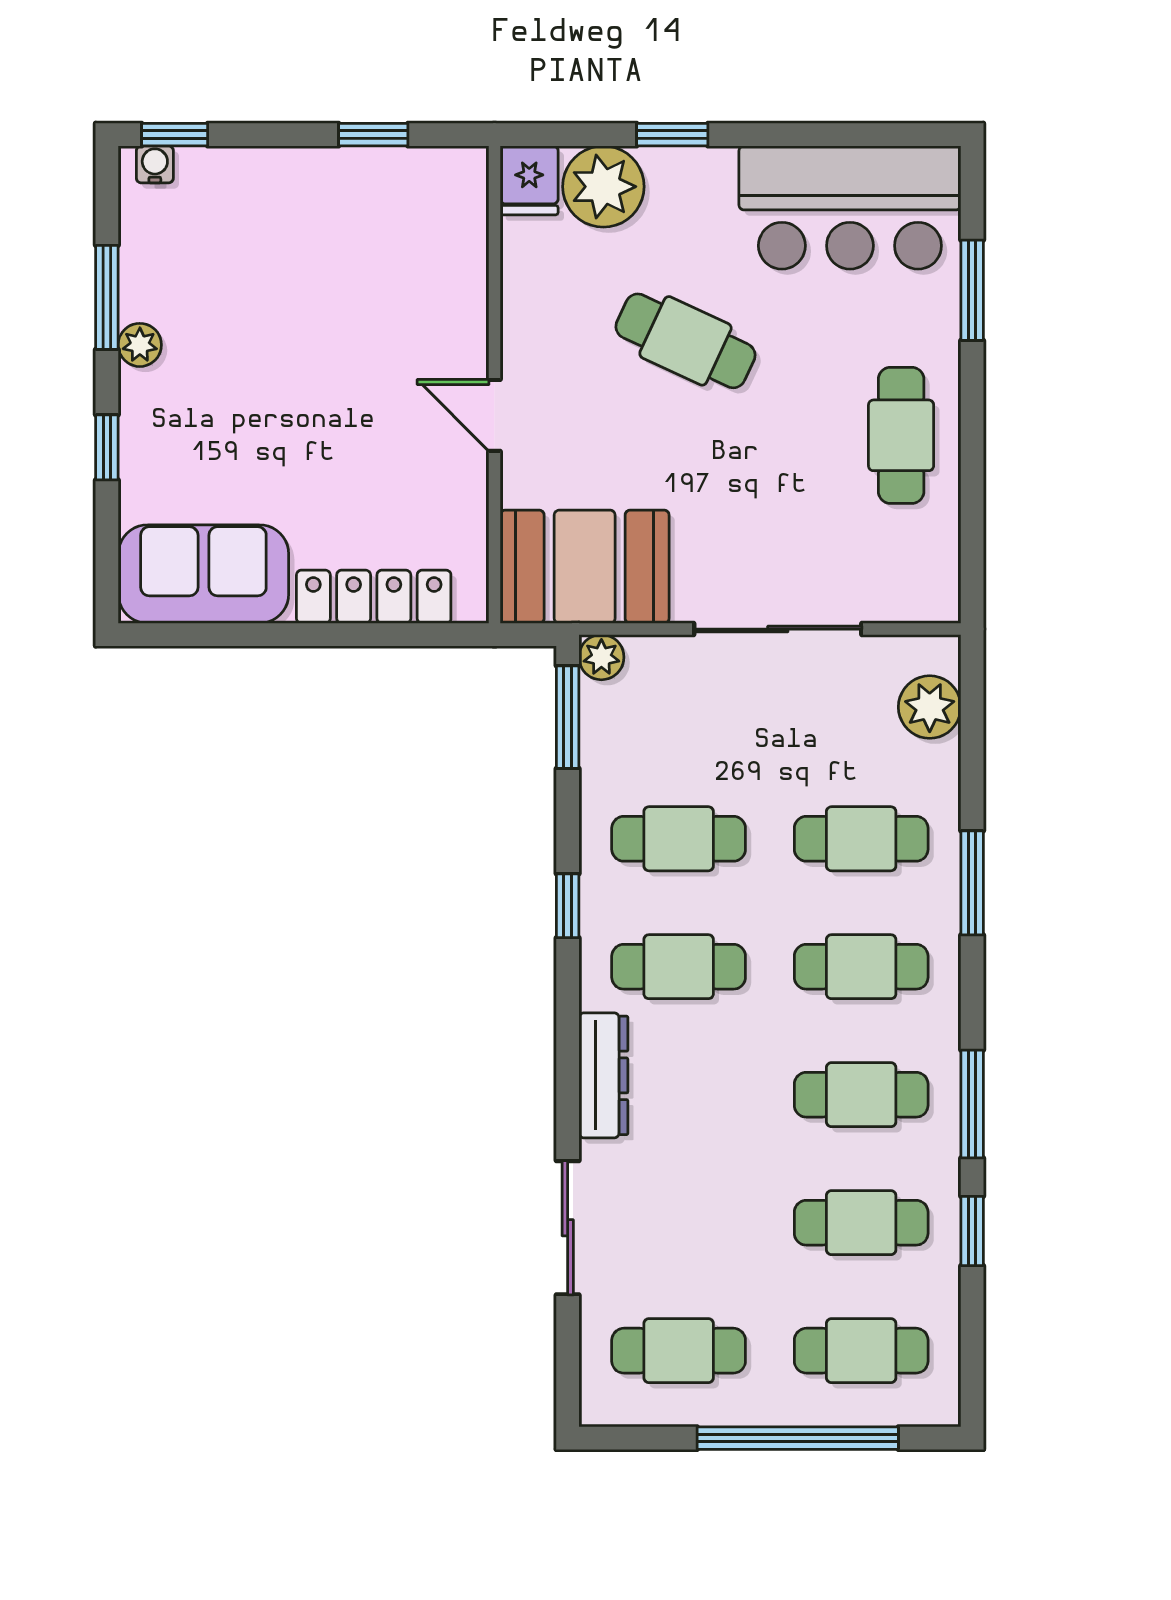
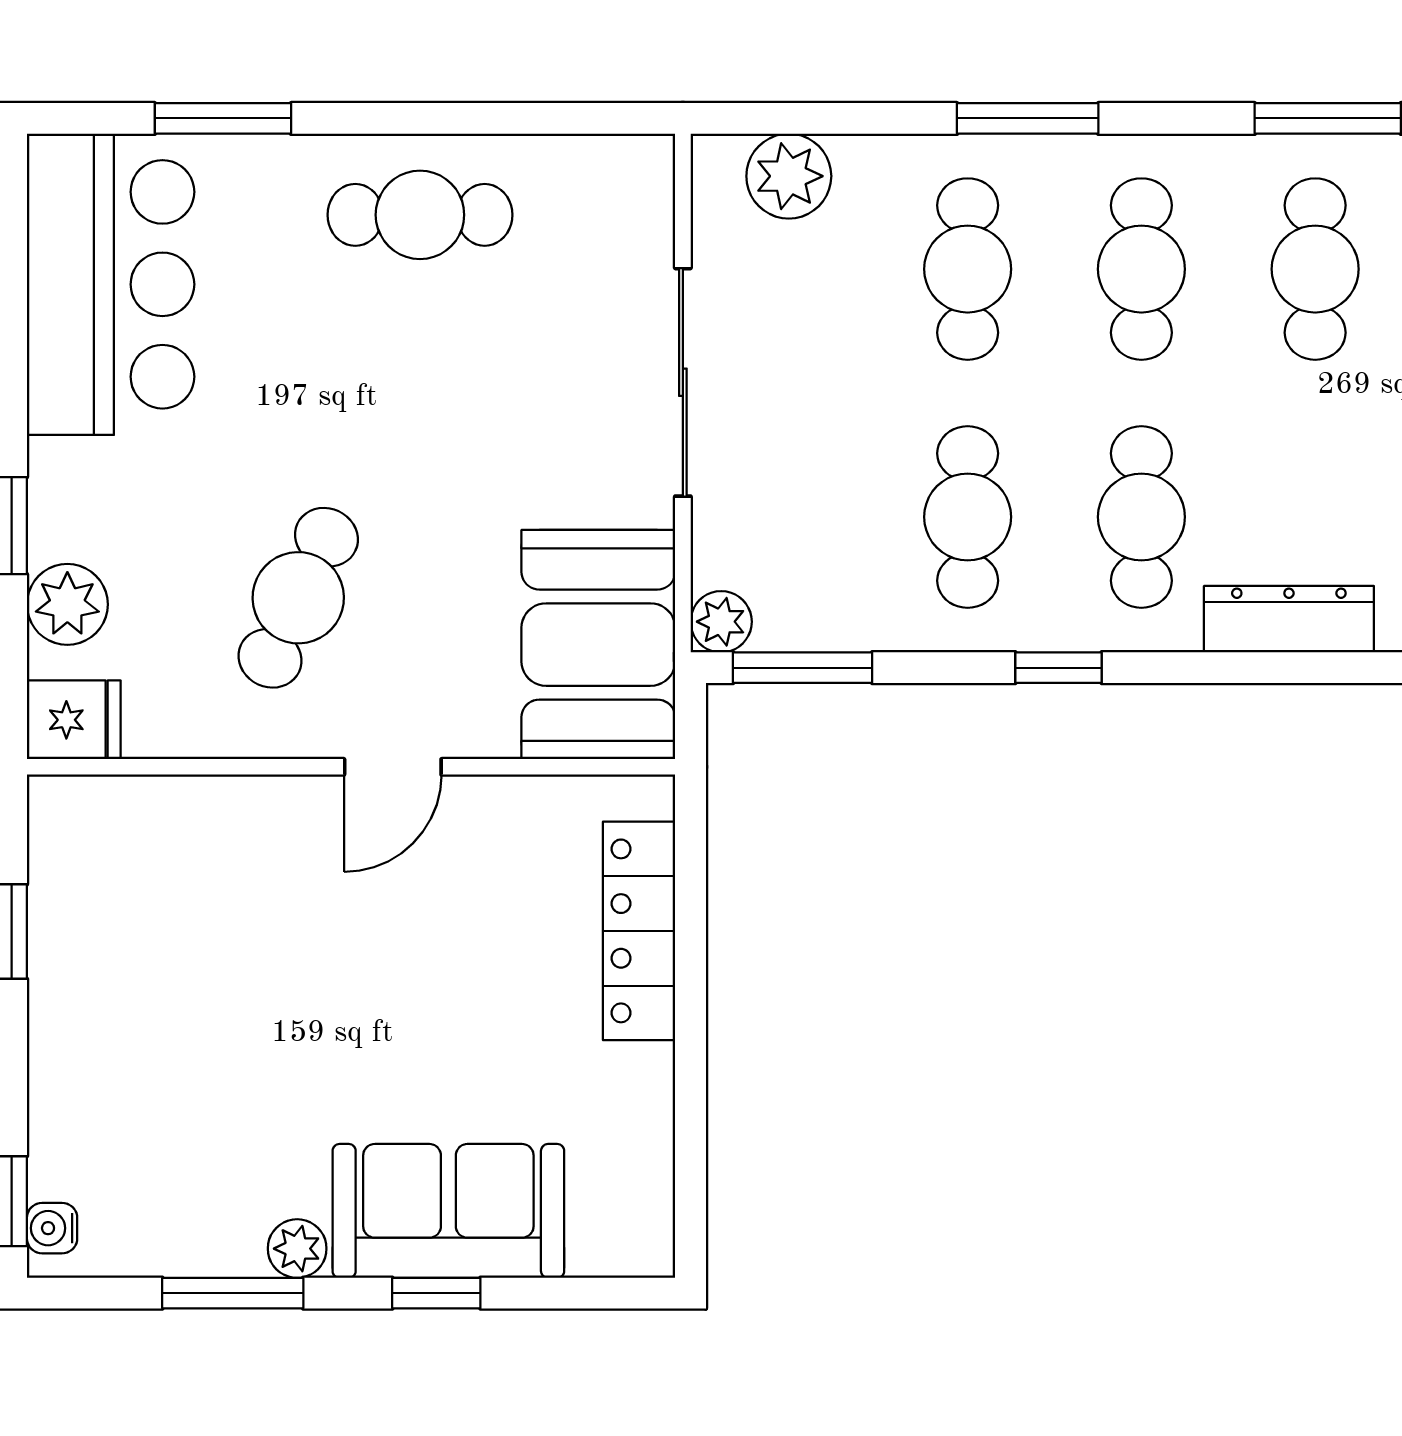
plant: (603, 187) -> (67, 604), width x0.73, depth x0.73
cafe table: (685, 341) -> (298, 598), moved
sofa: (203, 574) -> (448, 1211), moved, turned 90

